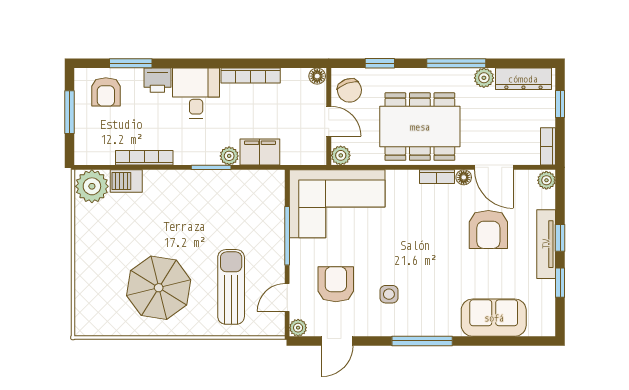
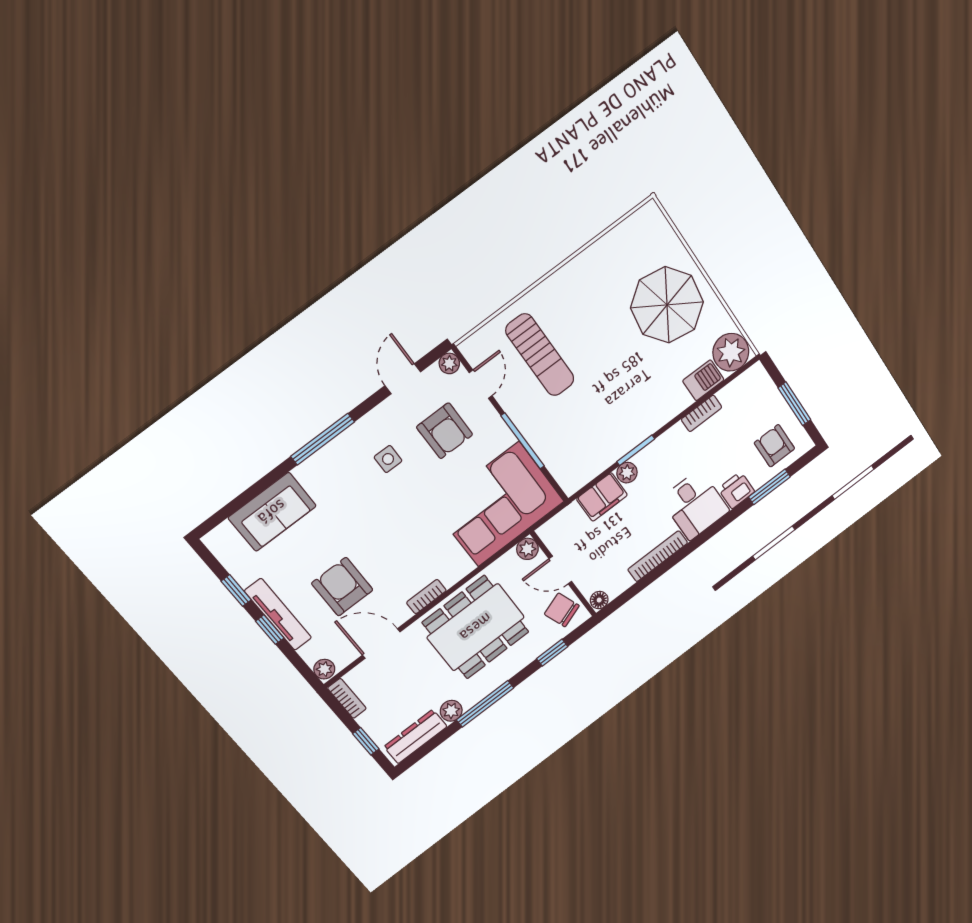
bookcase: (144, 158) -> (702, 413), width x0.64
floor lamp: (464, 177) -> (402, 614), removed
parasol: (159, 288) -> (667, 305), moved

